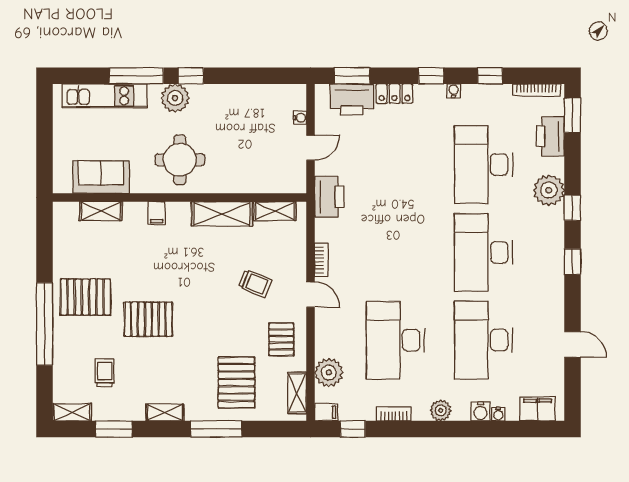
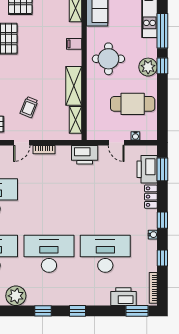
plant: (175, 98) -> (148, 67), moved
cafe table: (250, 122) -> (133, 104), added
plant: (549, 190) -> (16, 296), moved

